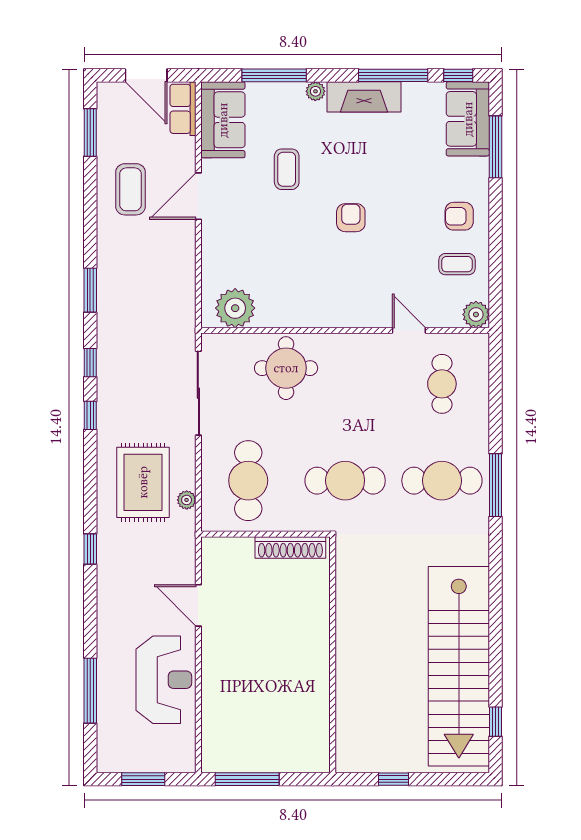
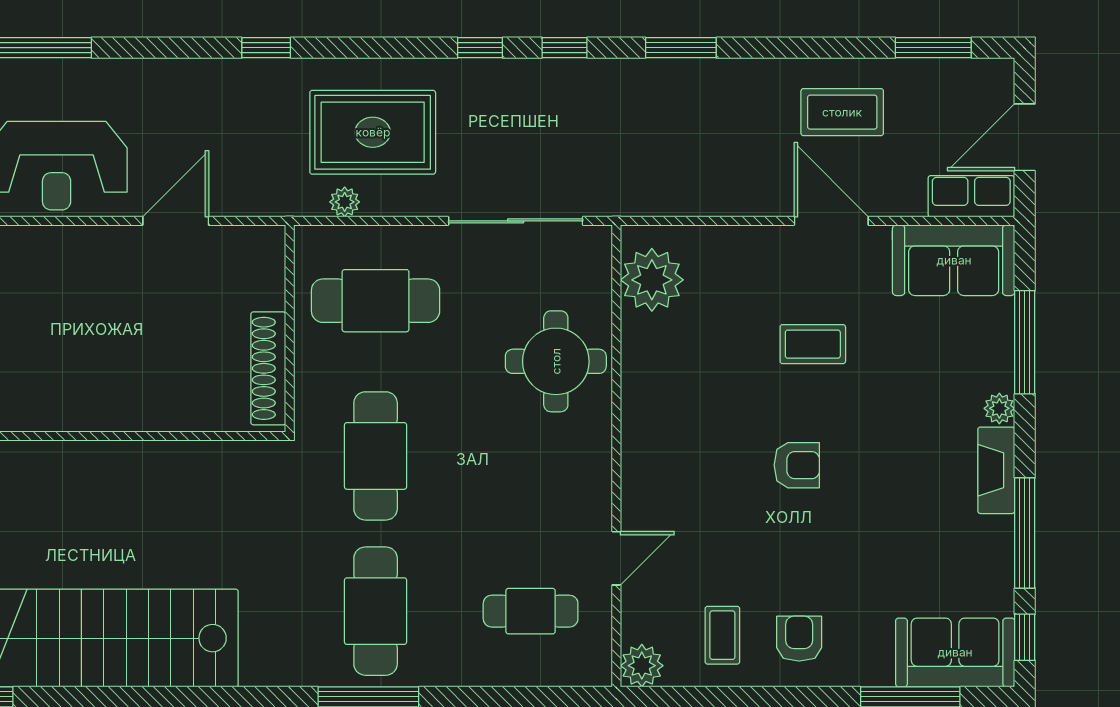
fireplace: (364, 97) -> (996, 470), width x0.73, depth x0.76
coffee table: (287, 169) -> (813, 344), moved

